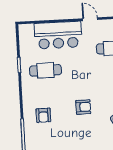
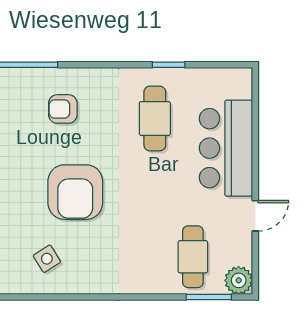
armchair: (83, 107) -> (75, 192), width x1.88, depth x1.88

